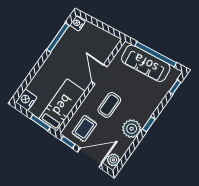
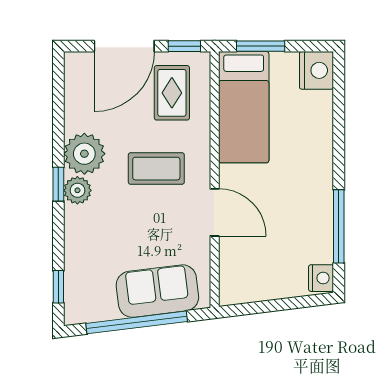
sofa: (146, 63) -> (157, 291), width x0.73
coffee table: (109, 105) -> (156, 169), turned 90
plant: (113, 160) -> (77, 190), moved

